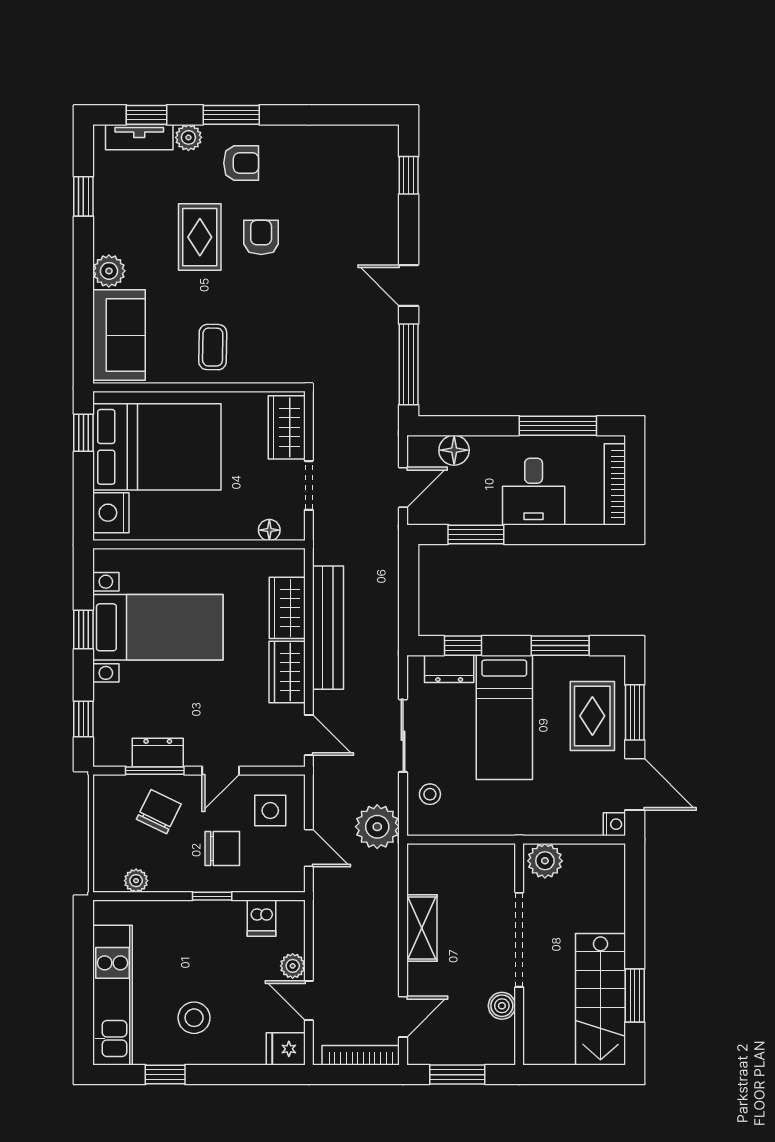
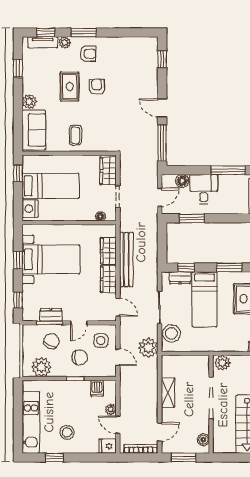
bed: (157, 447) -> (51, 186), width x0.67
desk: (534, 492) -> (204, 189), moved, turned 180
stool: (430, 794) -> (172, 333), width x1.89, depth x1.89
plant: (136, 881) -> (41, 367), width x1.88, depth x1.88
boiler: (502, 1006) -> (203, 440), moved

